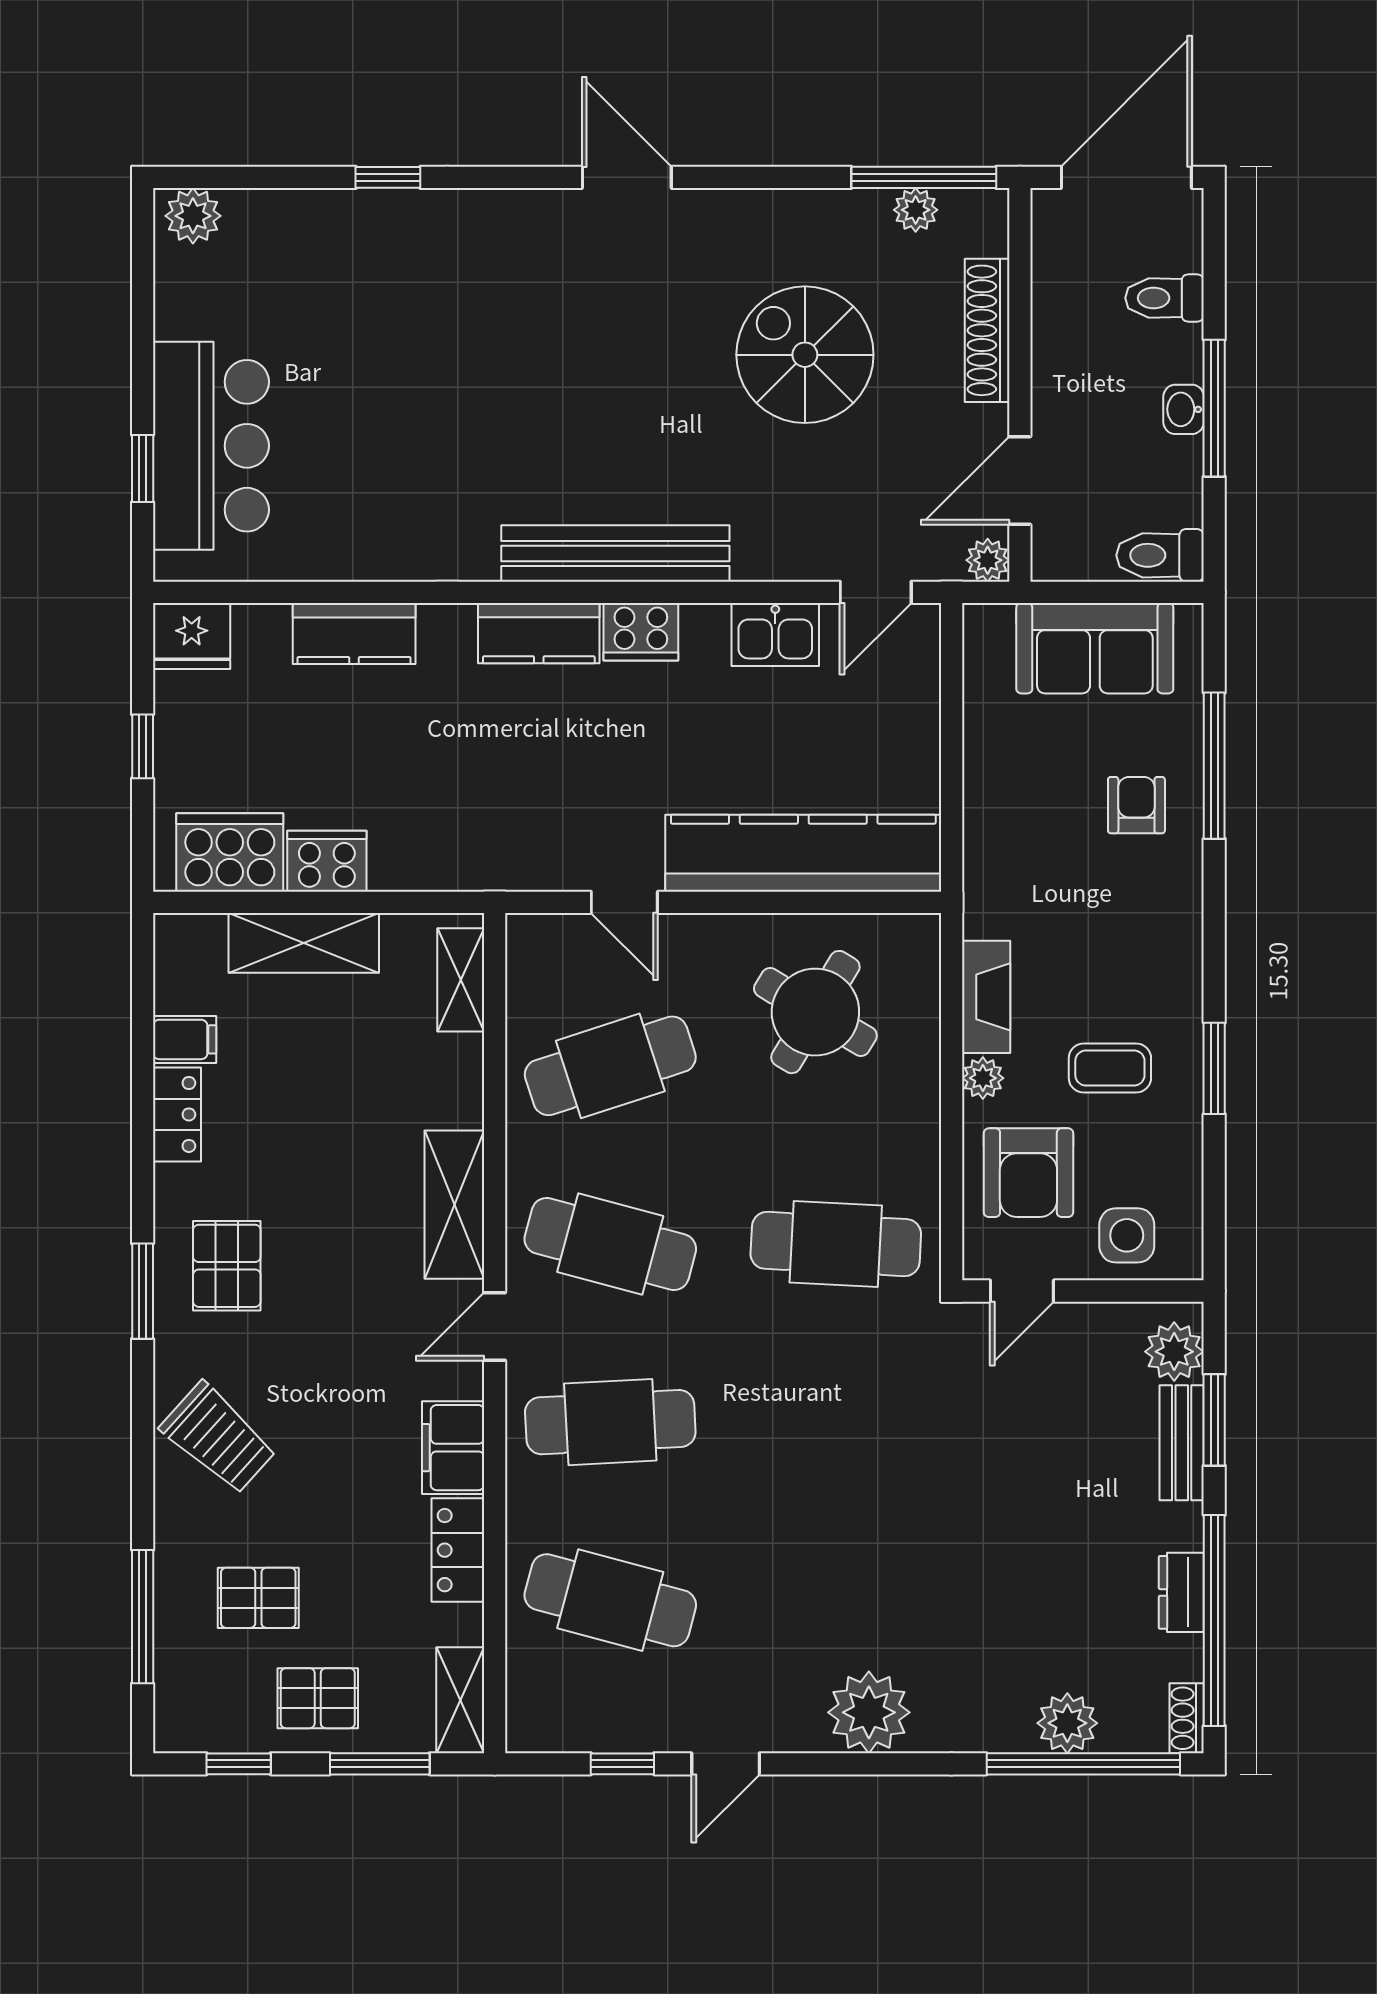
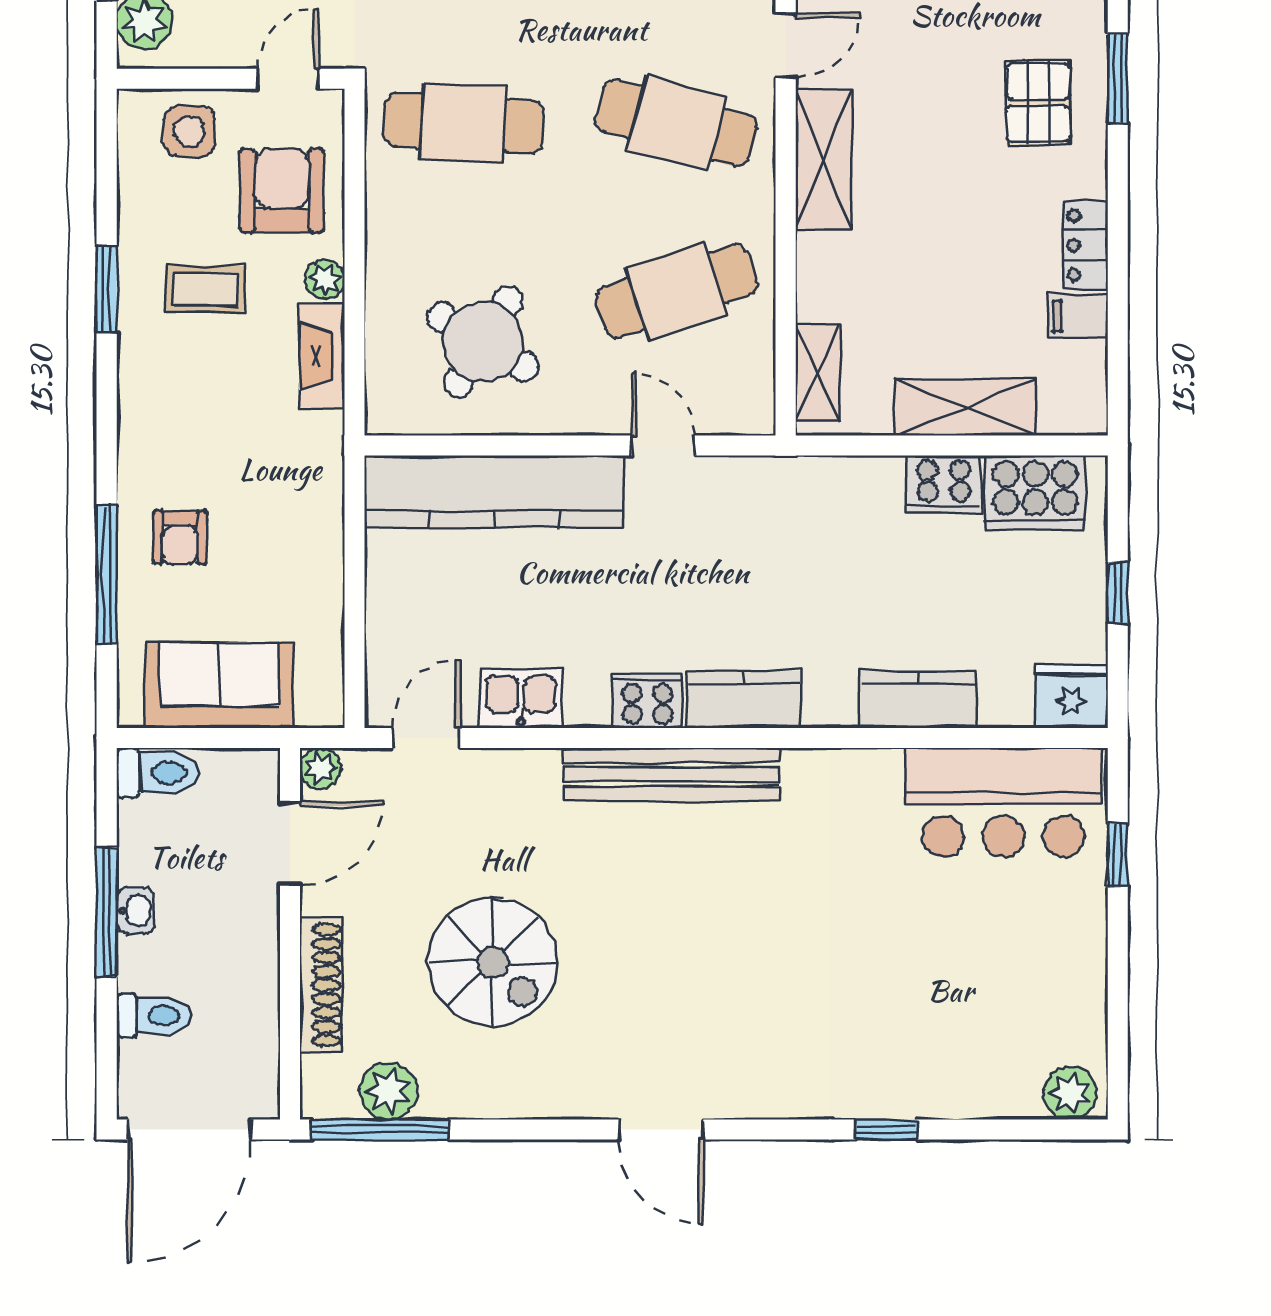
plant: (916, 210) -> (388, 1091), width x1.38, depth x1.38
bar counter: (211, 446) -> (1003, 802), moved, turned -90

